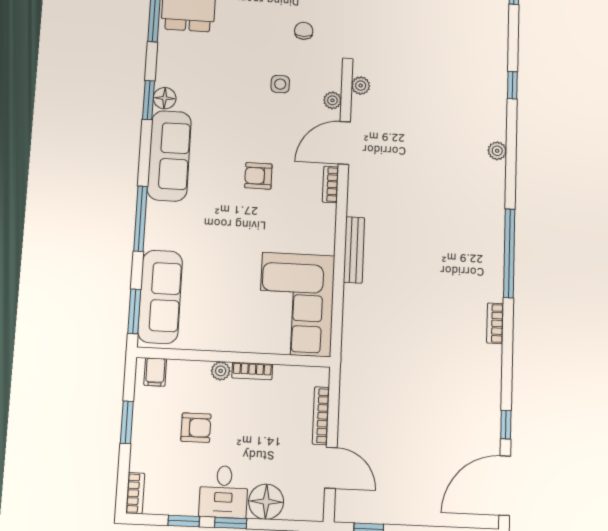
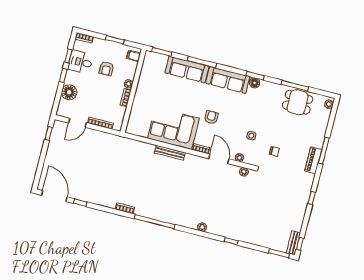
sofa: (160, 297) -> (187, 69), moved
corner sofa: (296, 304) -> (173, 128), moved
desk: (224, 492) -> (80, 62), moved

